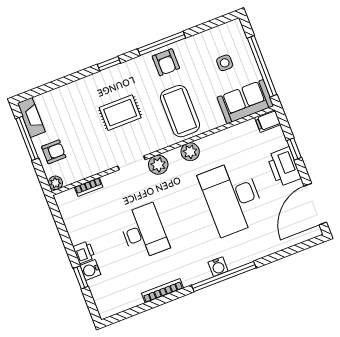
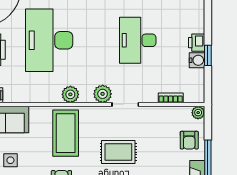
armchair: (54, 152) -> (189, 140), turned -90
desk: (232, 198) -> (49, 40), turned 180
water cooler: (90, 270) -> (197, 60), moved
window: (81, 277) -> (208, 55), moved

